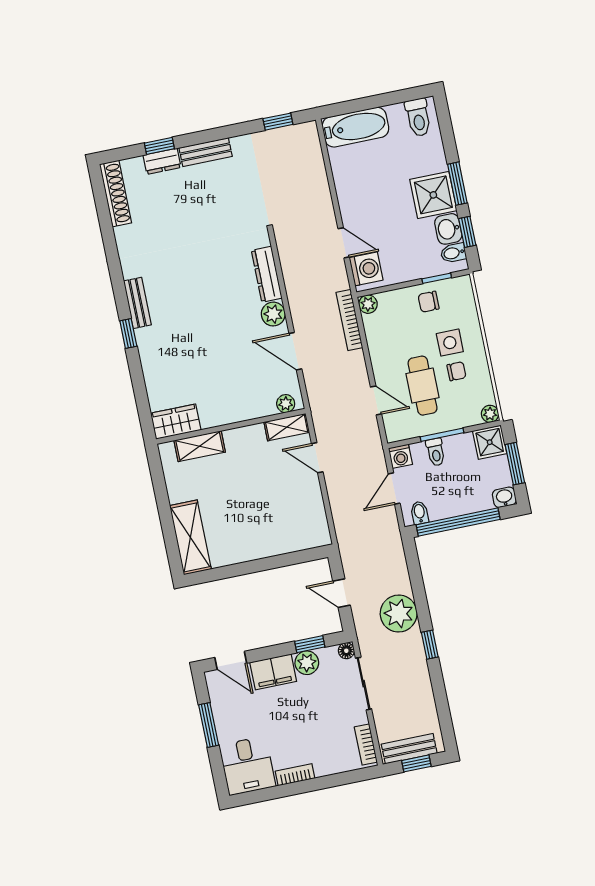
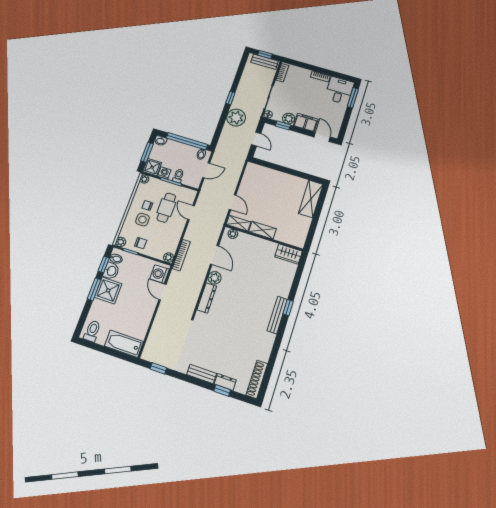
plant: (463, 285) -> (121, 242), added
bench: (137, 303) -> (277, 315), width x1.36
shelving: (200, 446) -> (262, 230), moved
washing machine: (400, 456) -> (164, 173), moved
window: (209, 725) -> (353, 98), moved

